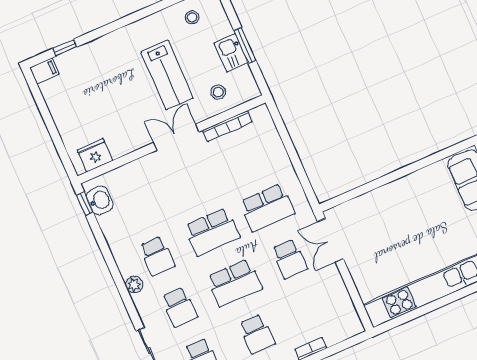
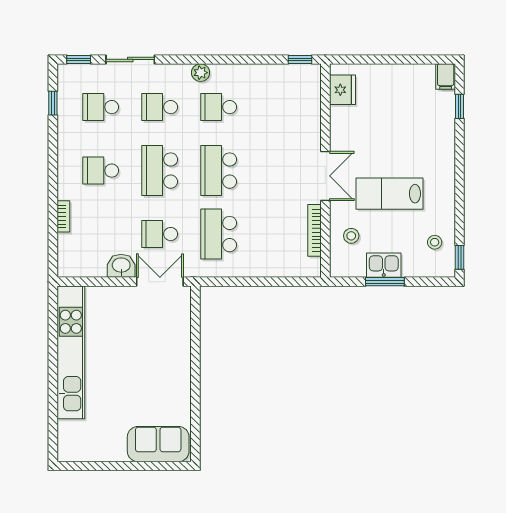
washbasin: (100, 200) -> (121, 266), moved, turned 180

